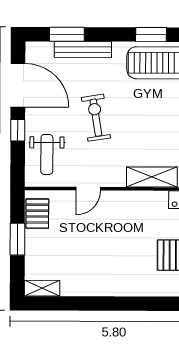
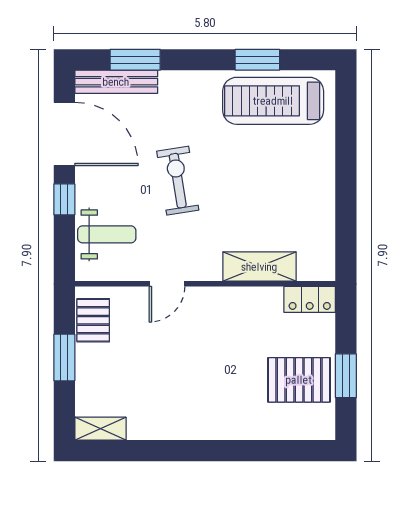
bench: (83, 49) -> (116, 82), moved
weight bench: (47, 154) -> (107, 234), turned -90

